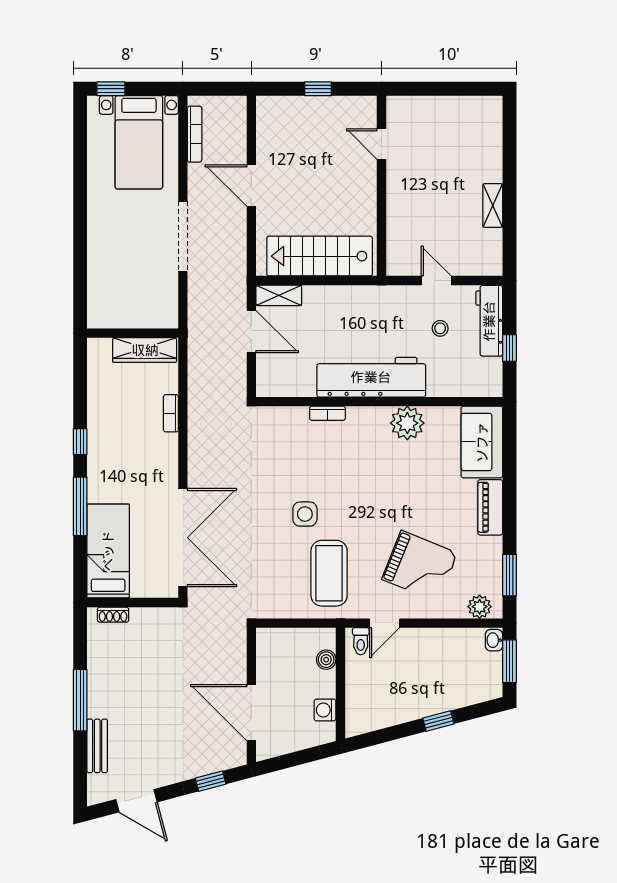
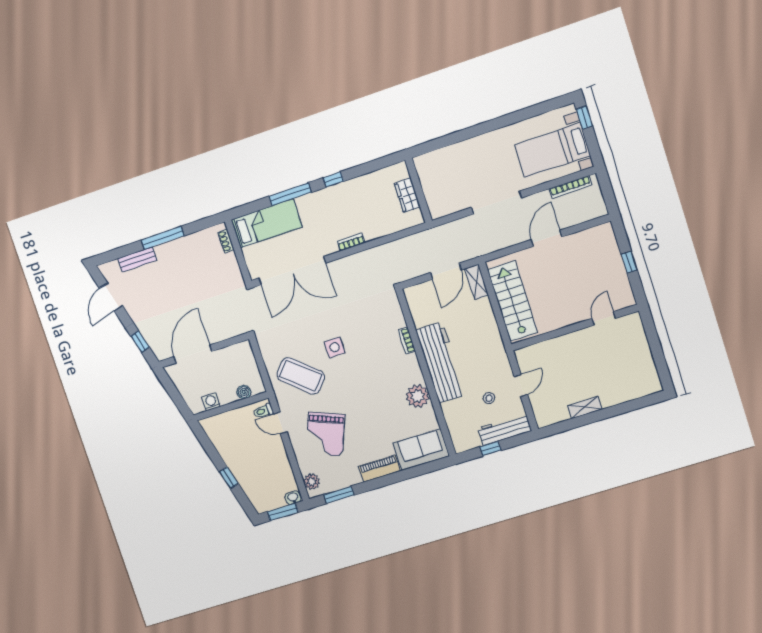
wardrobe: (145, 350) -> (407, 195), width x0.67
bookcase: (171, 413) -> (351, 242), moved
coffee table: (329, 573) -> (301, 376), turned 41

